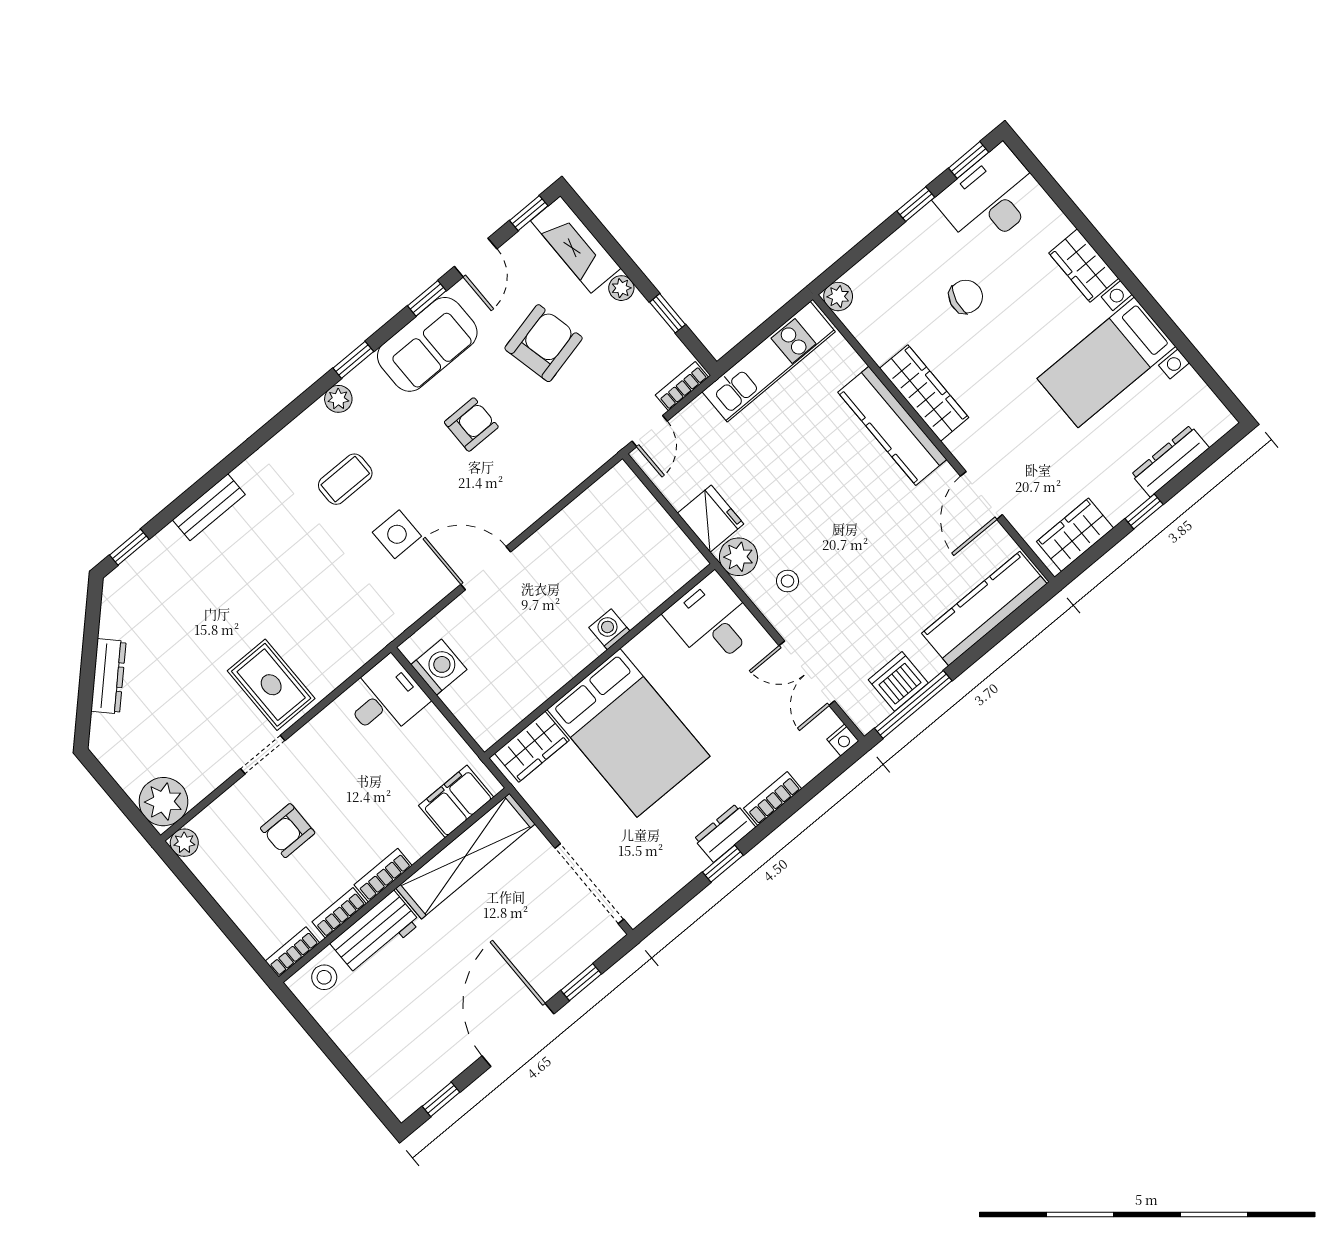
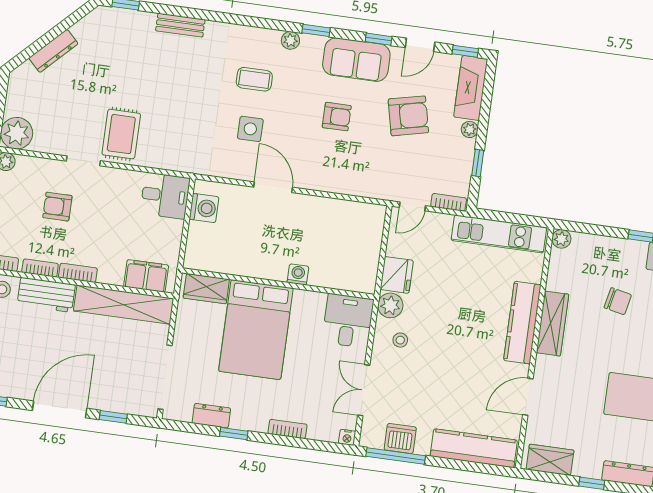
dresser: (725, 833) -> (211, 416), moved

